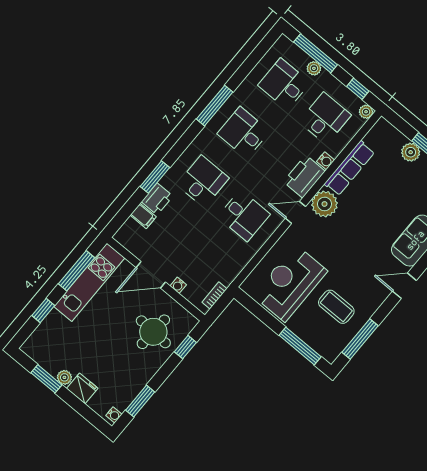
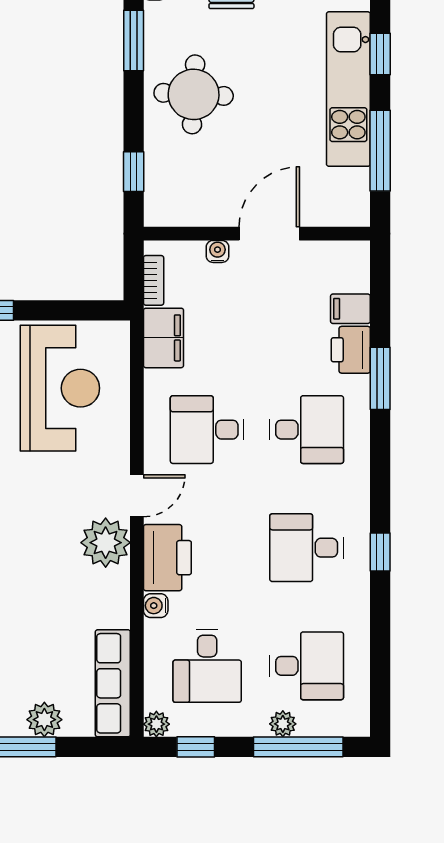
window: (215, 106) -> (380, 552), width x0.46
desk: (243, 133) -> (307, 548), turned 180
row of seats: (349, 168) -> (113, 683), moved
desk: (203, 181) -> (307, 430), turned -90
filing cabinet: (230, 268) -> (163, 338), added
kitchen unit: (89, 282) -> (348, 89), moved
round table: (153, 332) -> (194, 94), moved

